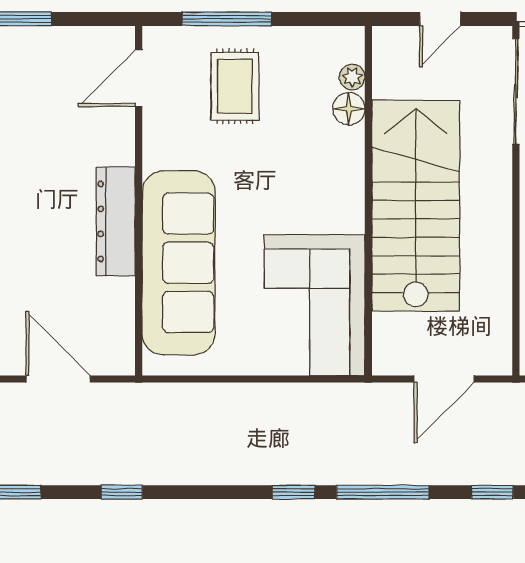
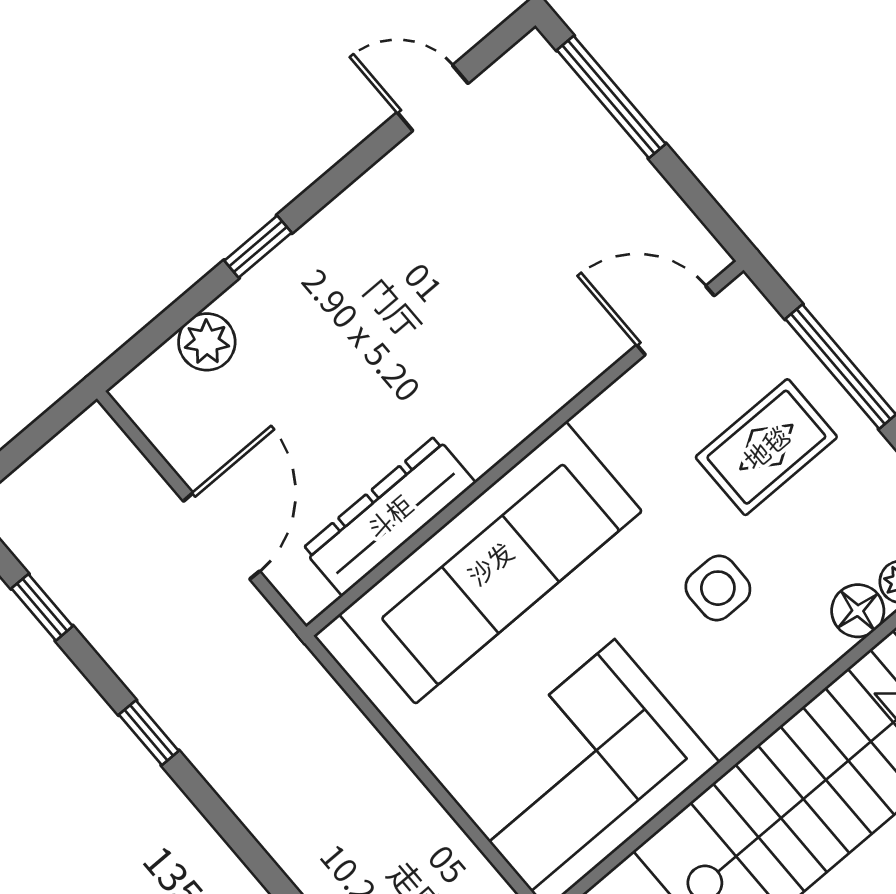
side table: (282, 166) -> (718, 588), added
dresser: (116, 221) -> (389, 516), moved

